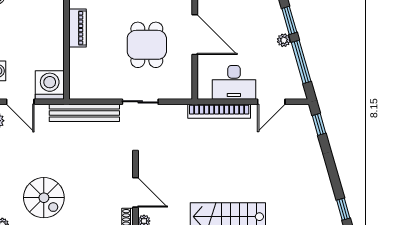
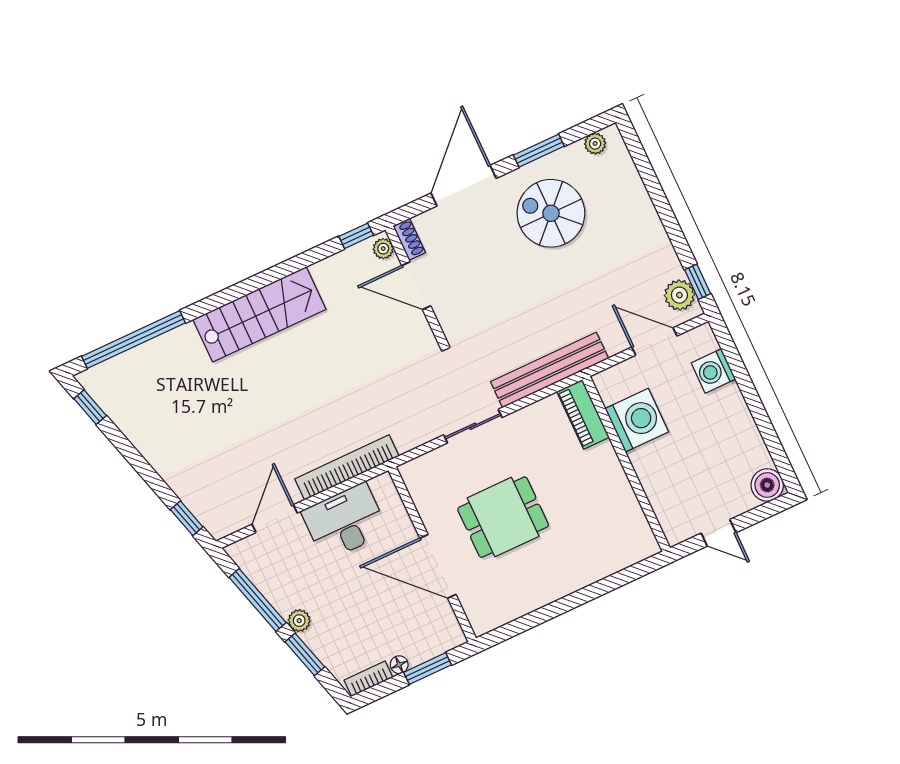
piano: (77, 28) -> (583, 414), moved
dining table: (147, 45) -> (503, 517), turned 90
washing machine: (50, 85) -> (637, 420), moved, turned -90

